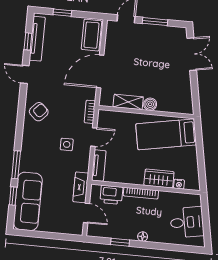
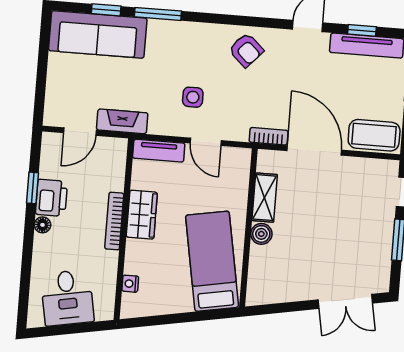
bookcase: (90, 112) -> (269, 136), moved
wardrobe: (159, 179) -> (142, 215), moved
printer: (111, 195) -> (51, 198), moved, turned 180

